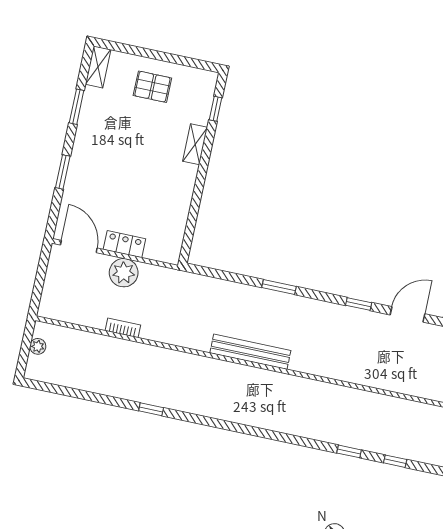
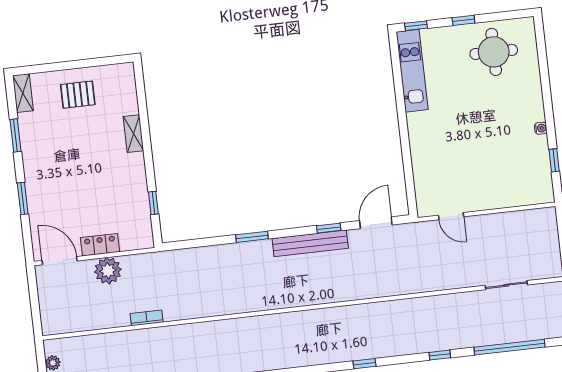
window: (215, 109) -> (153, 203), moved
bookcase: (123, 328) -> (147, 318), moved
bench: (250, 352) -> (310, 243), moved
window: (395, 461) -> (440, 355), moved

